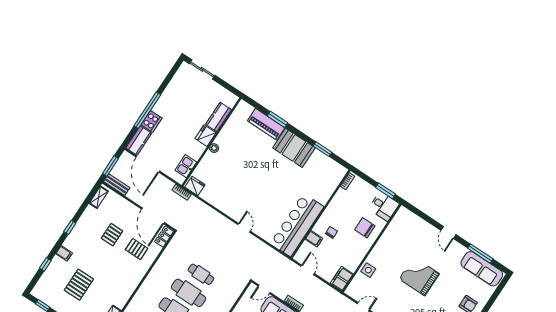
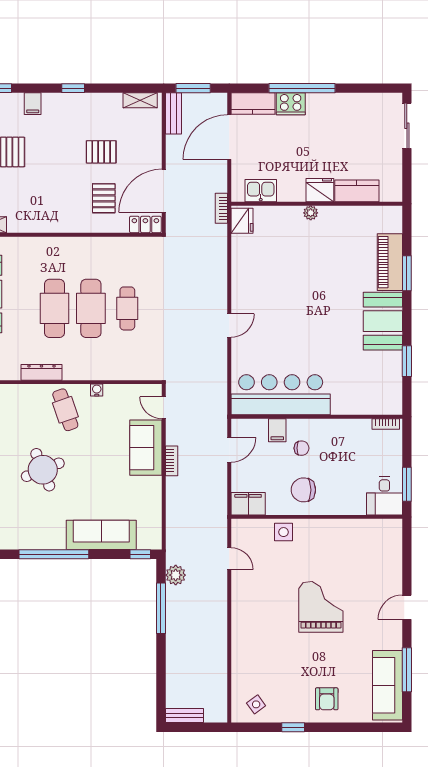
chair: (365, 228) -> (303, 490), moved, turned -90

